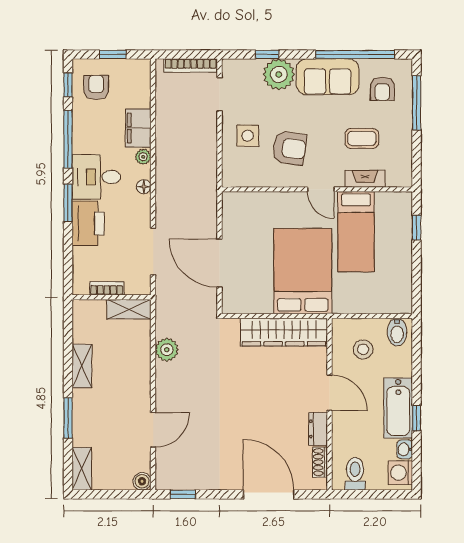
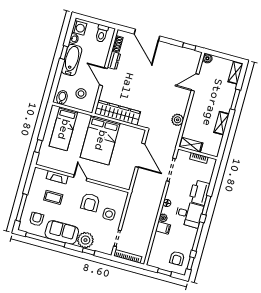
filing cabinet: (138, 128) -> (163, 228), width x0.50
armchair: (289, 148) -> (90, 202), turned -98
bed: (356, 232) -> (63, 129), moved, turned 180

